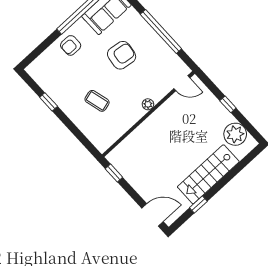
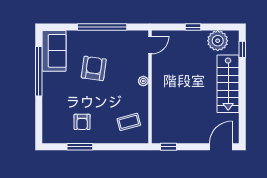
armchair: (71, 45) -> (82, 122), moved
coffee table: (97, 101) -> (129, 122), moved
window: (49, 102) -> (80, 147), width x1.50
window: (198, 205) -> (242, 49), moved

